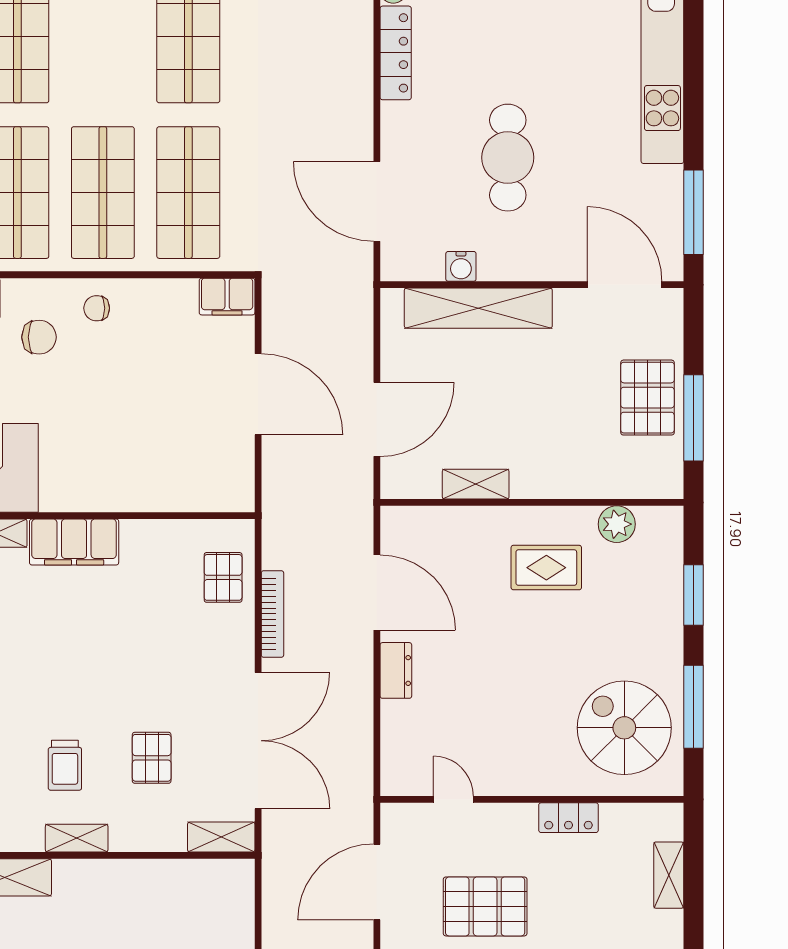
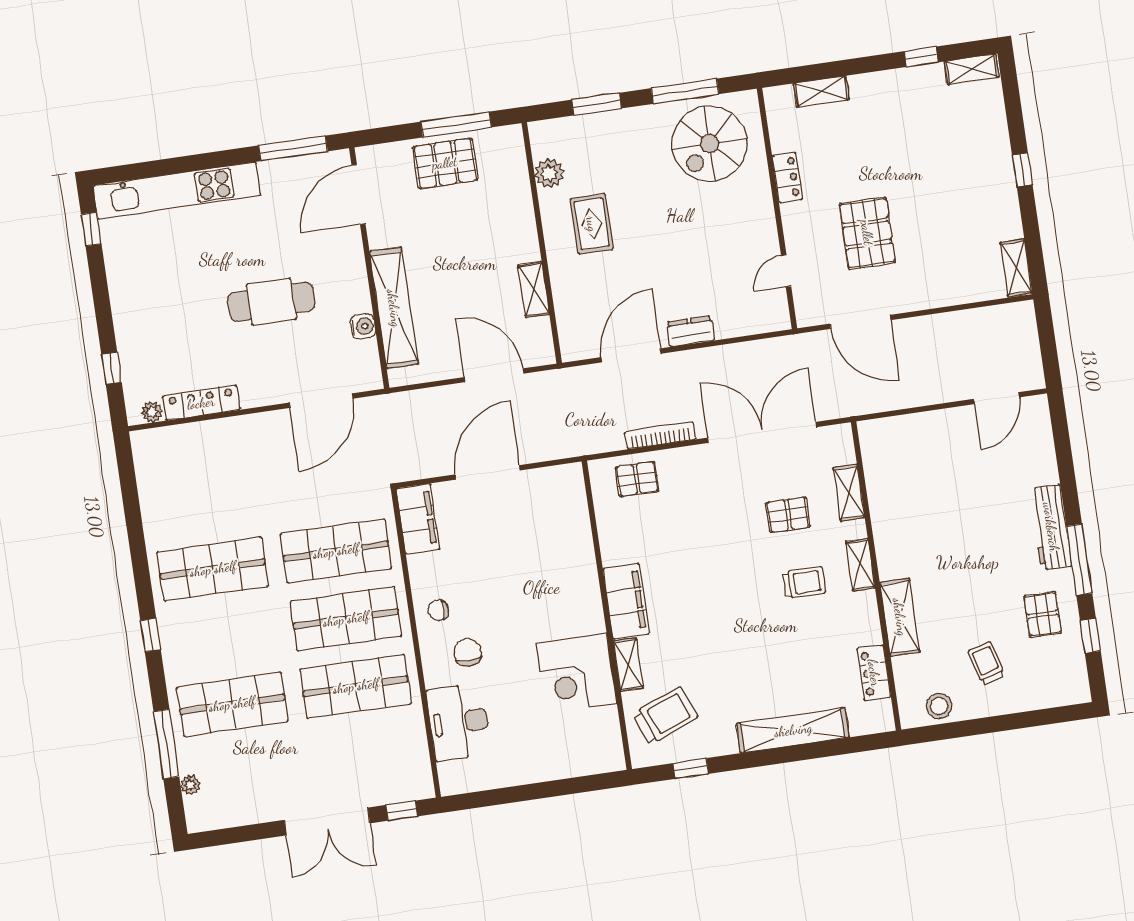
filing cabinet: (227, 297) -> (418, 519), width x1.50, depth x1.17
chair: (97, 308) -> (438, 610), turned 90
shelving: (221, 837) -> (849, 493), moved

